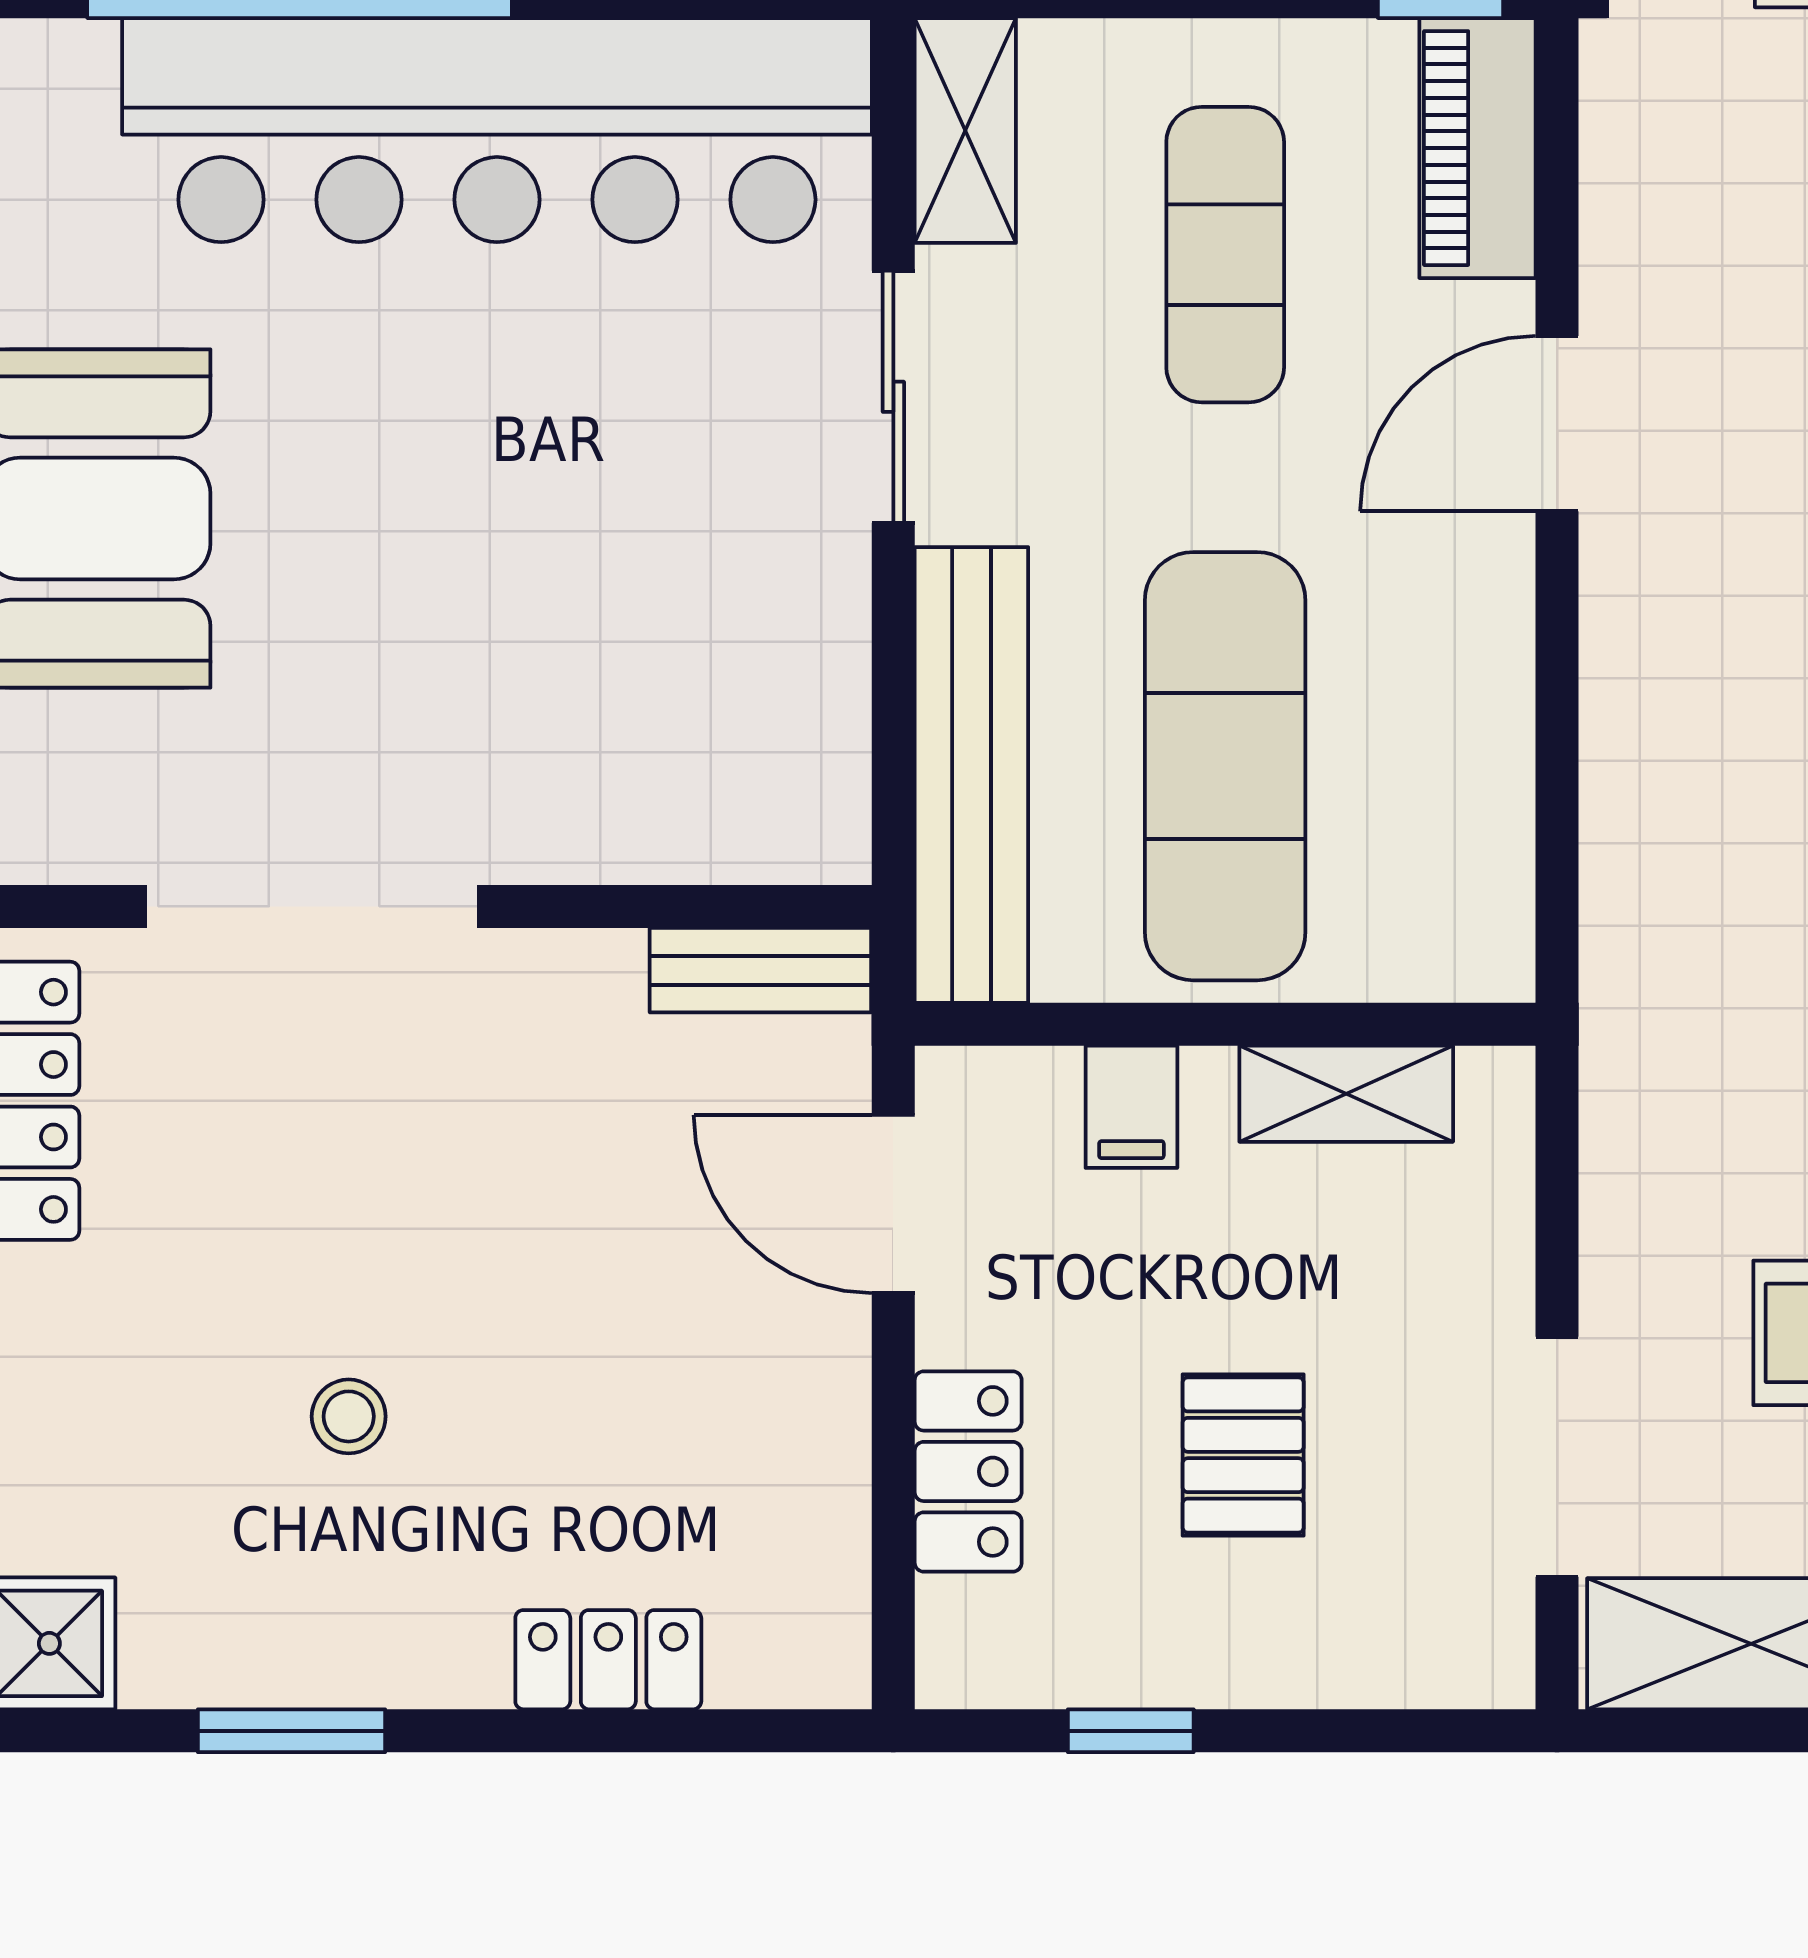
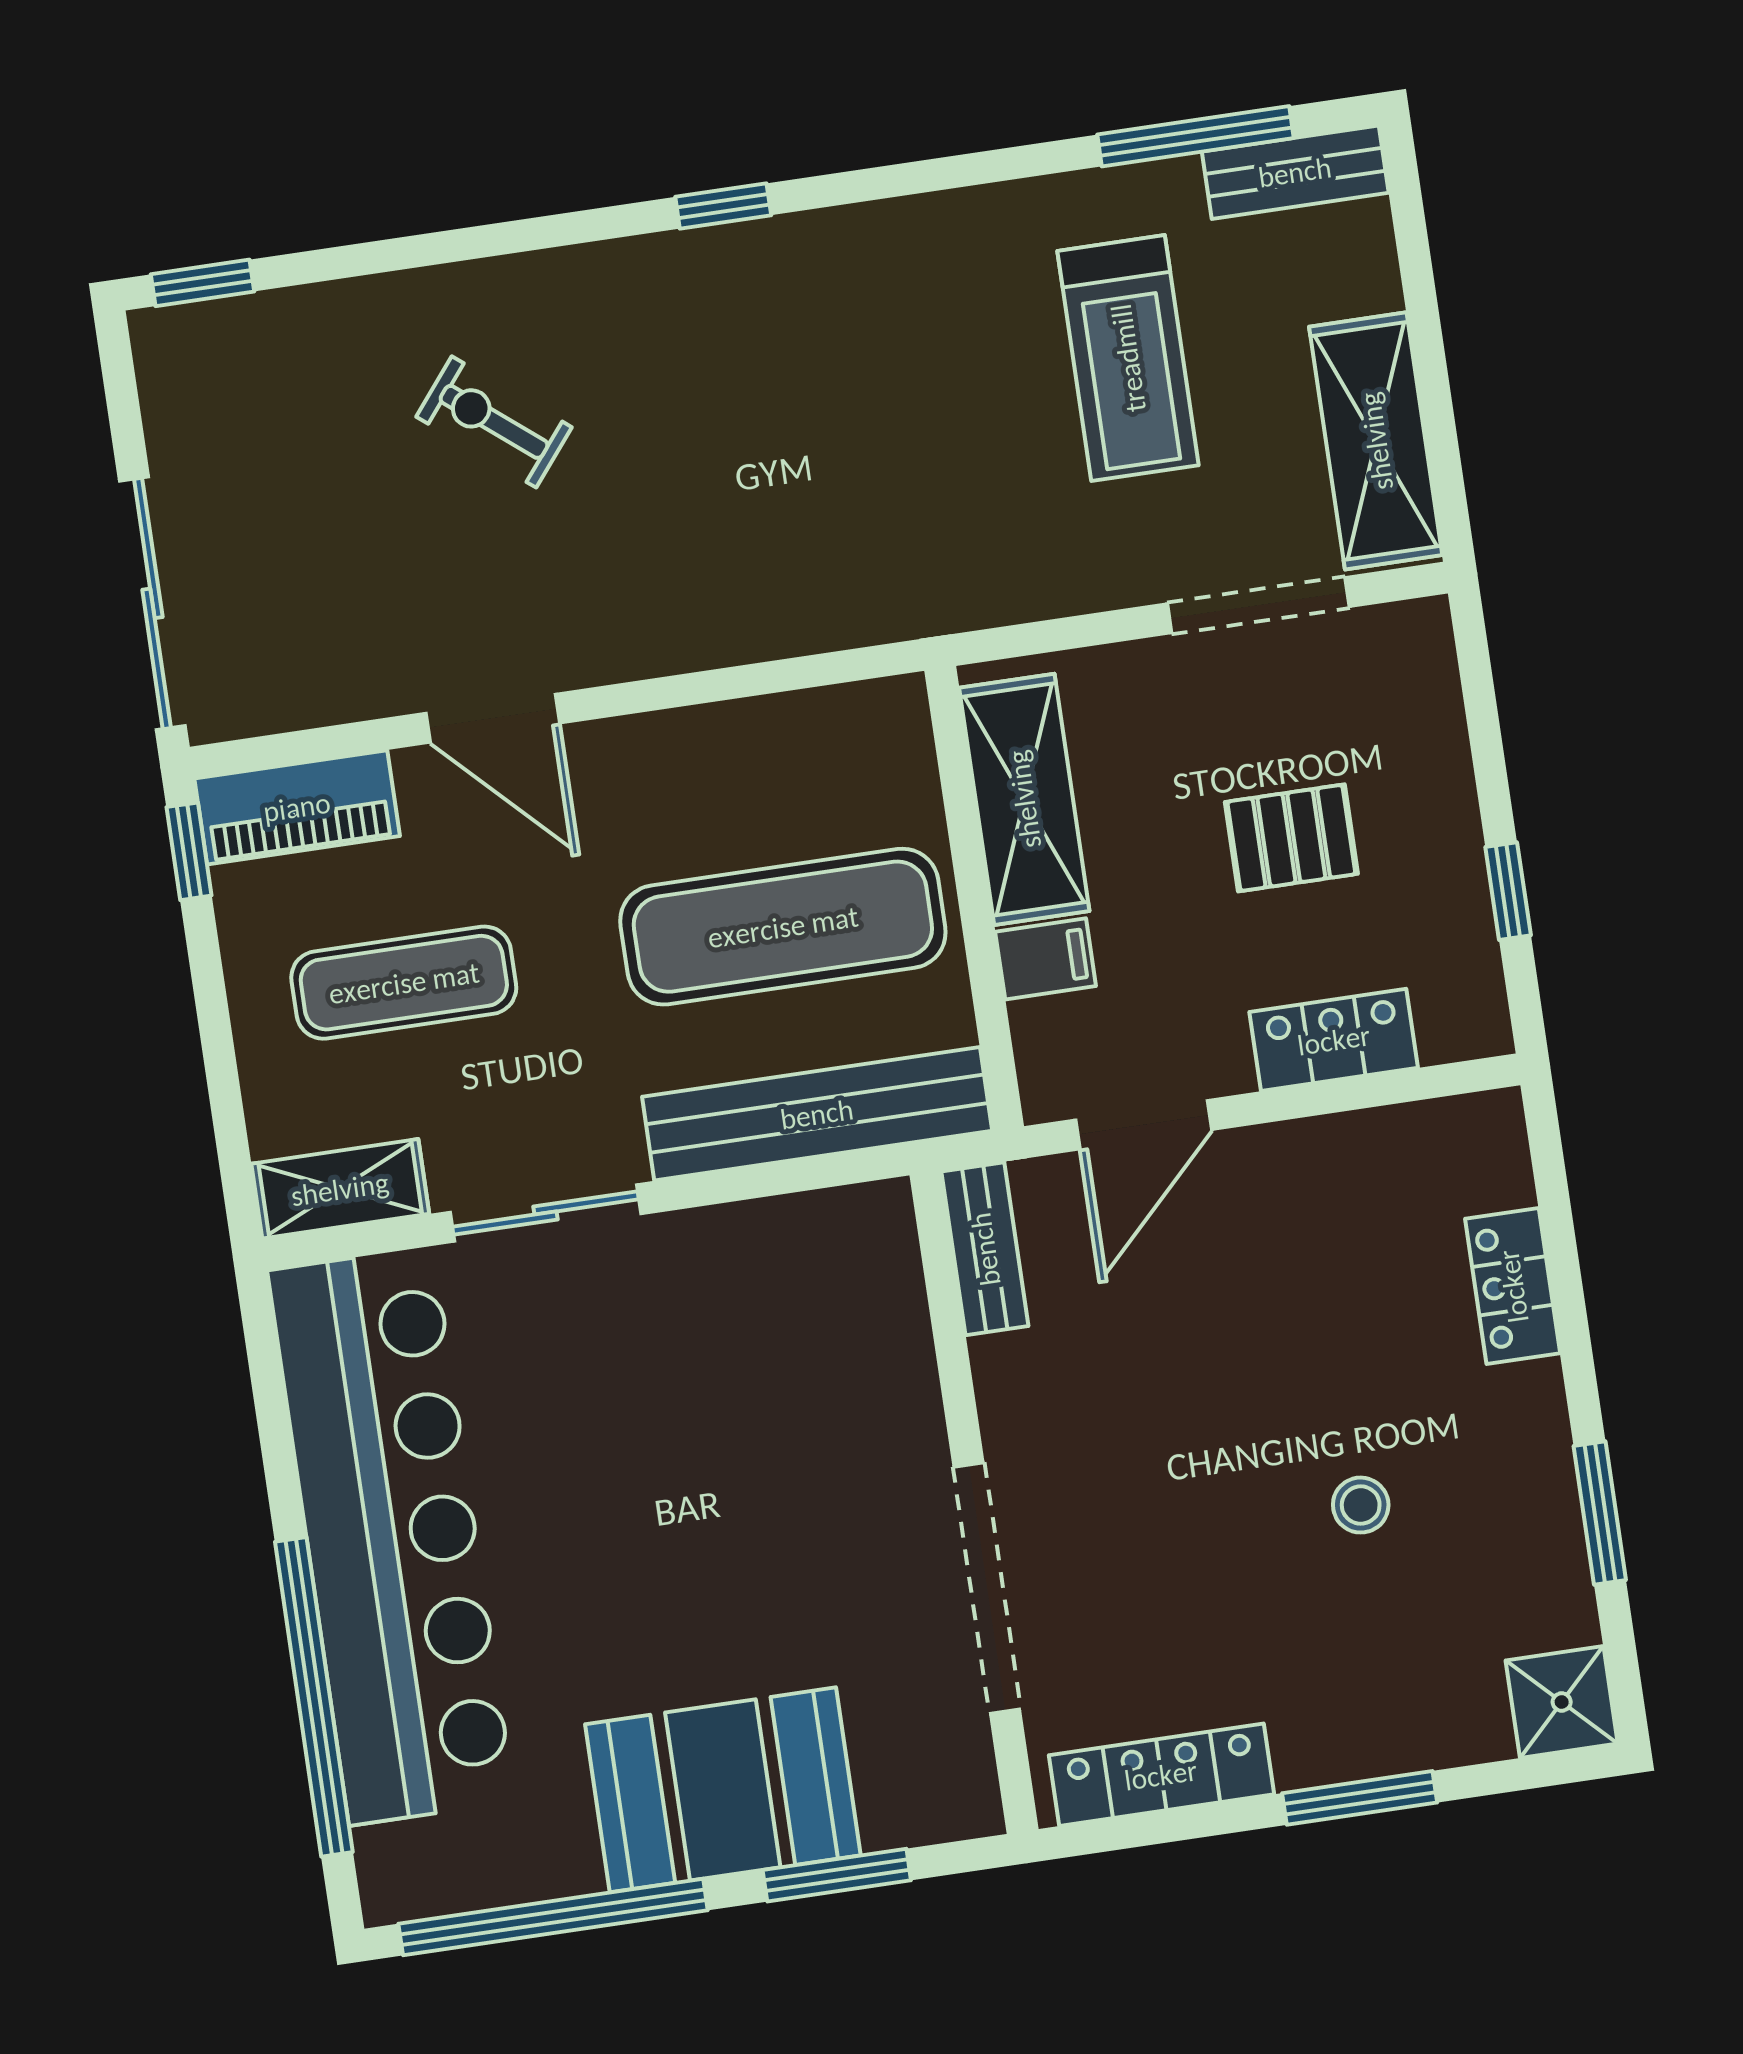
shelving: (1346, 1094) -> (1024, 799), width x1.50, depth x1.33

